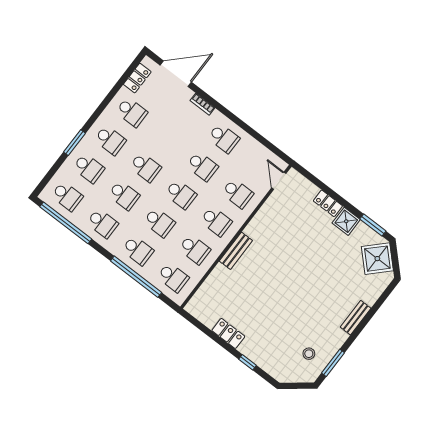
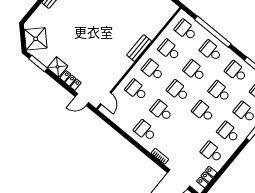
door: (311, 178) -> (82, 100), added

